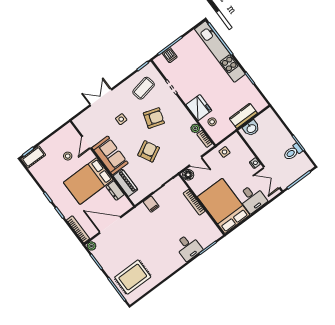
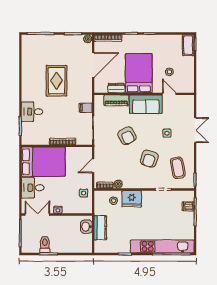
floor lamp: (188, 175) -> (87, 152), removed
rug: (133, 277) -> (57, 81), moved

